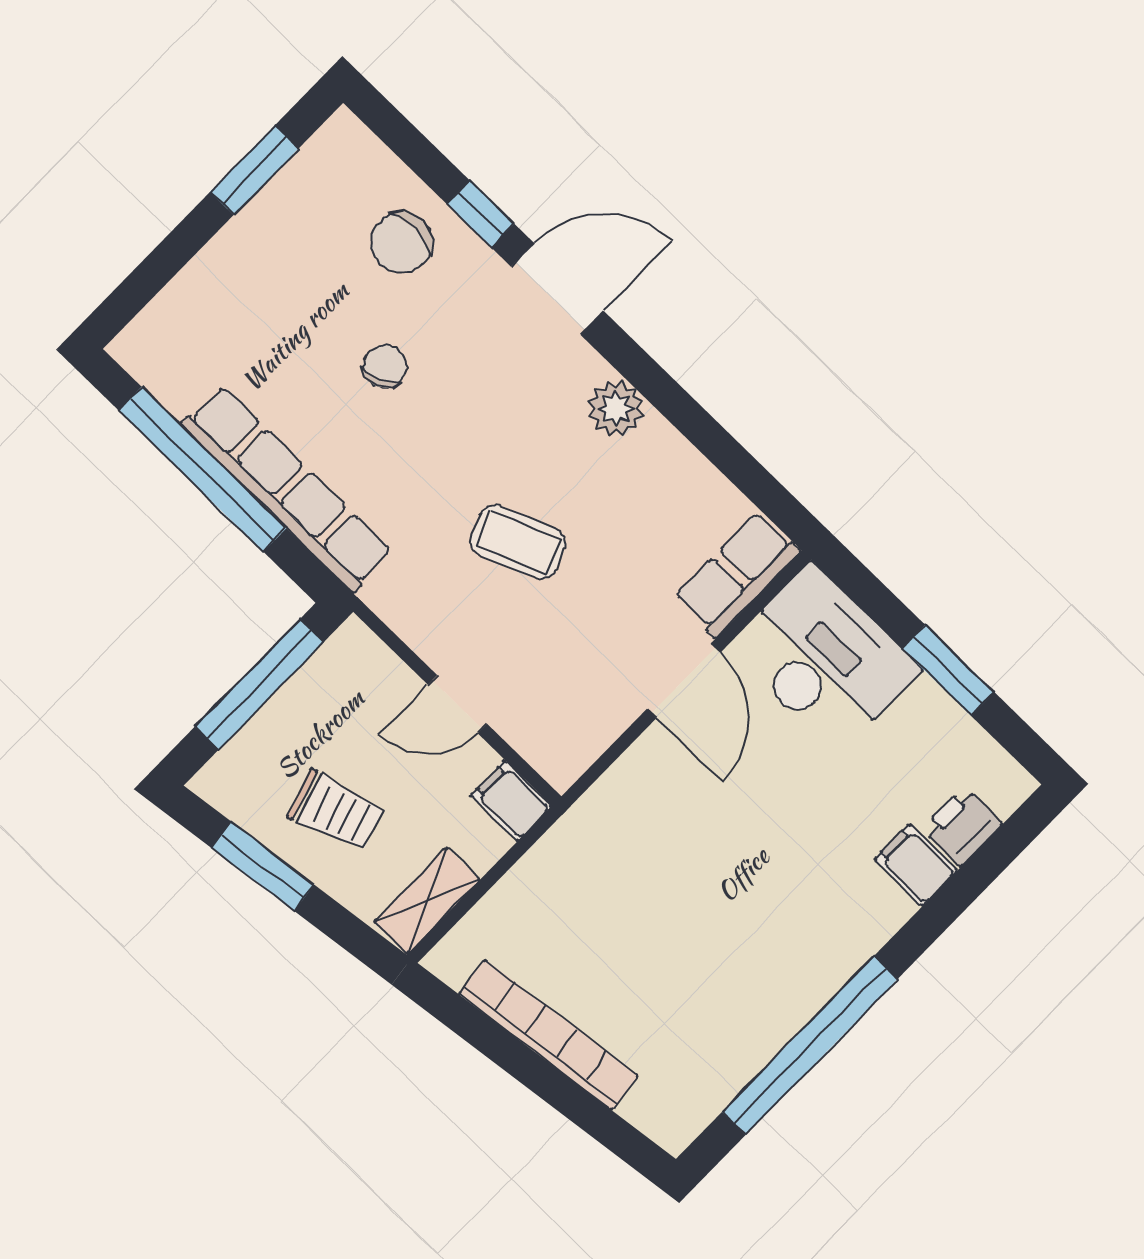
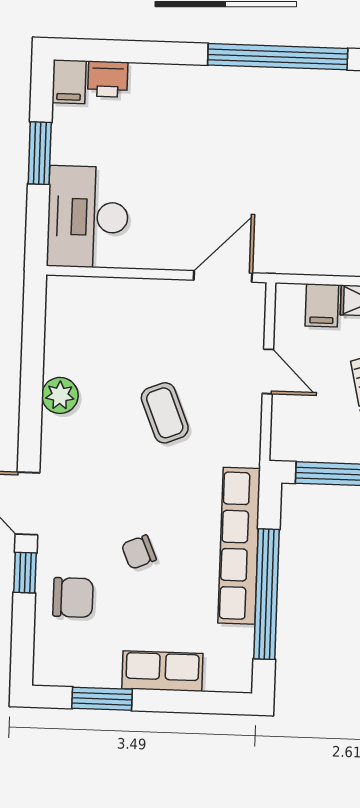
plant: (616, 409) -> (60, 395), moved
row of seats: (737, 574) -> (162, 671), moved, turned 180
door: (684, 681) -> (223, 276), moved
filing cabinet: (511, 801) -> (322, 305), moved
filing cabinet: (916, 865) -> (69, 82), moved

